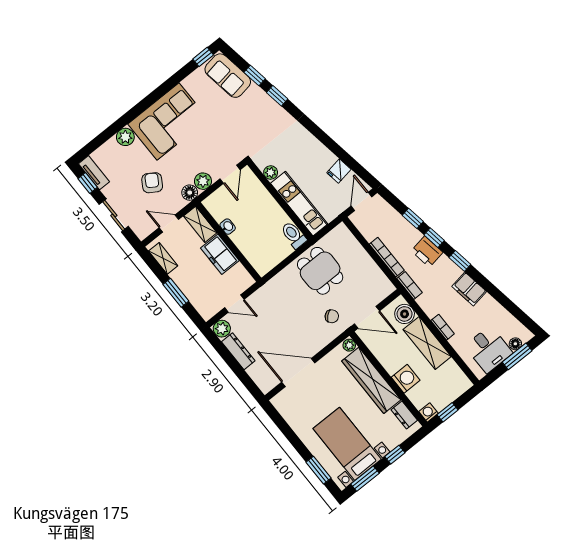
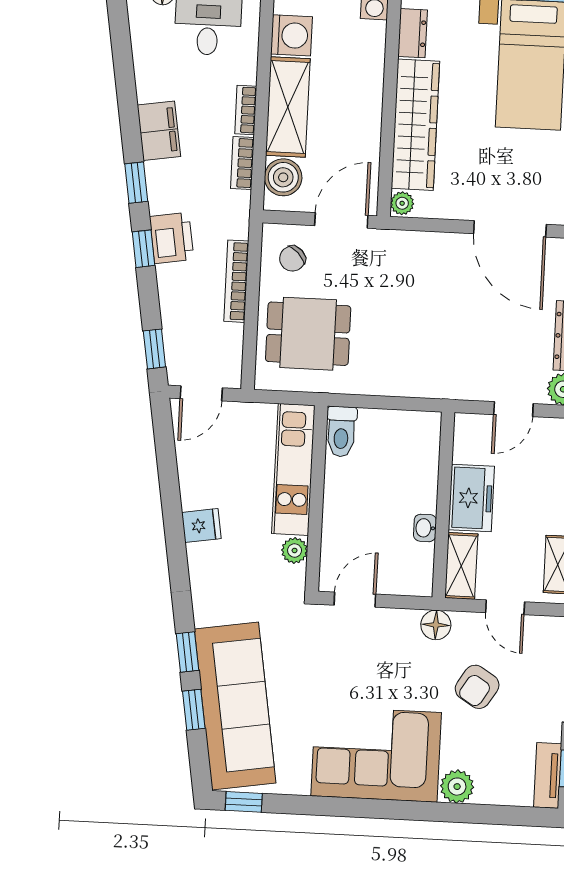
sofa: (228, 76) -> (235, 706), width x1.85, depth x1.27
fridge: (339, 171) -> (201, 526), moved
plant: (203, 181) -> (402, 624), removed
window: (413, 218) -> (154, 349), moved
dining table: (320, 271) -> (308, 334), moved, turned 90
bookcase: (409, 285) -> (242, 163), moved
door: (234, 304) -> (513, 409), swing flipped
chair: (332, 316) -> (292, 259), moved, turned -94
door: (367, 317) -> (341, 220), hinge flipped
washing machine: (406, 379) -> (292, 35), moved, turned 180

